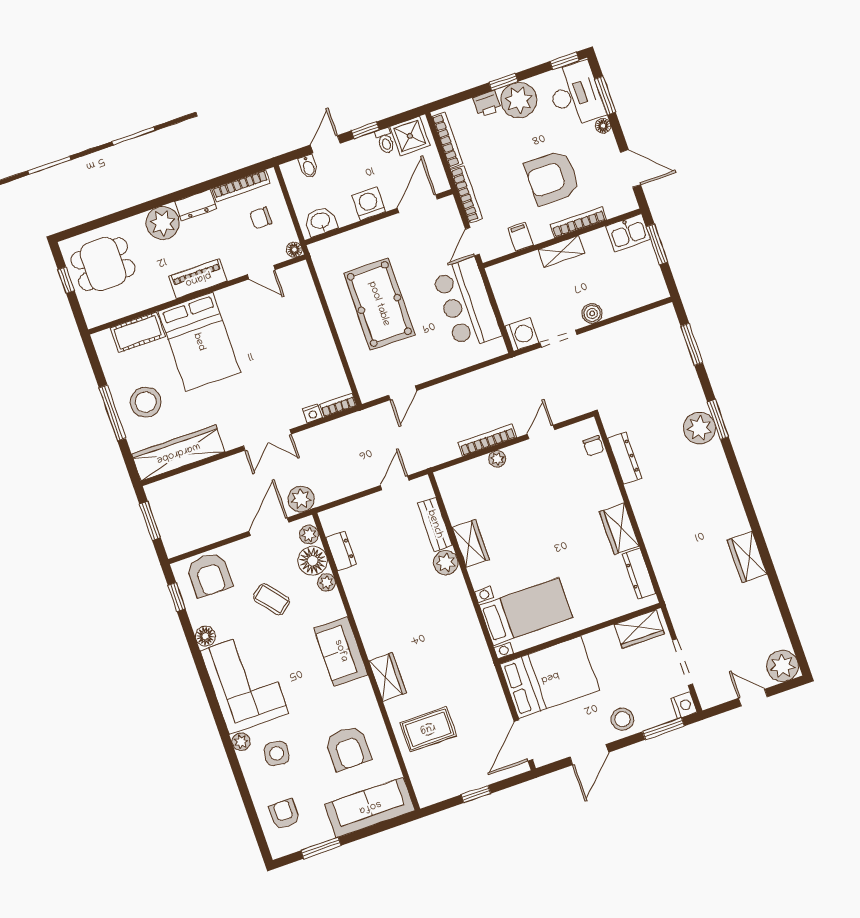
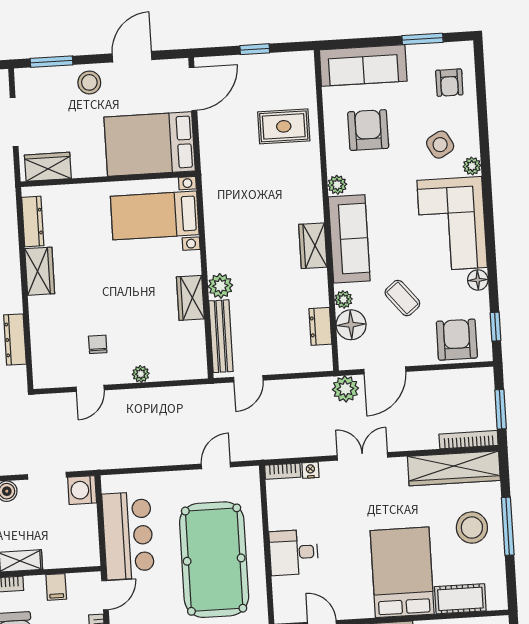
pool table: (379, 304) -> (214, 560), width x1.36, depth x1.32
desk: (306, 332) -> (294, 552), added
bookcase: (487, 440) -> (469, 440), moved, turned 180
chair: (593, 446) -> (98, 344), moved
bench: (435, 524) -> (221, 336), width x1.36
plant: (309, 535) -> (337, 185), moved
sofa: (341, 651) -> (349, 239), width x1.36
wardrobe: (388, 677) -> (313, 246), moved
nightstand: (684, 705) -> (25, 79), removed
side table: (277, 753) -> (440, 145), turned -37

